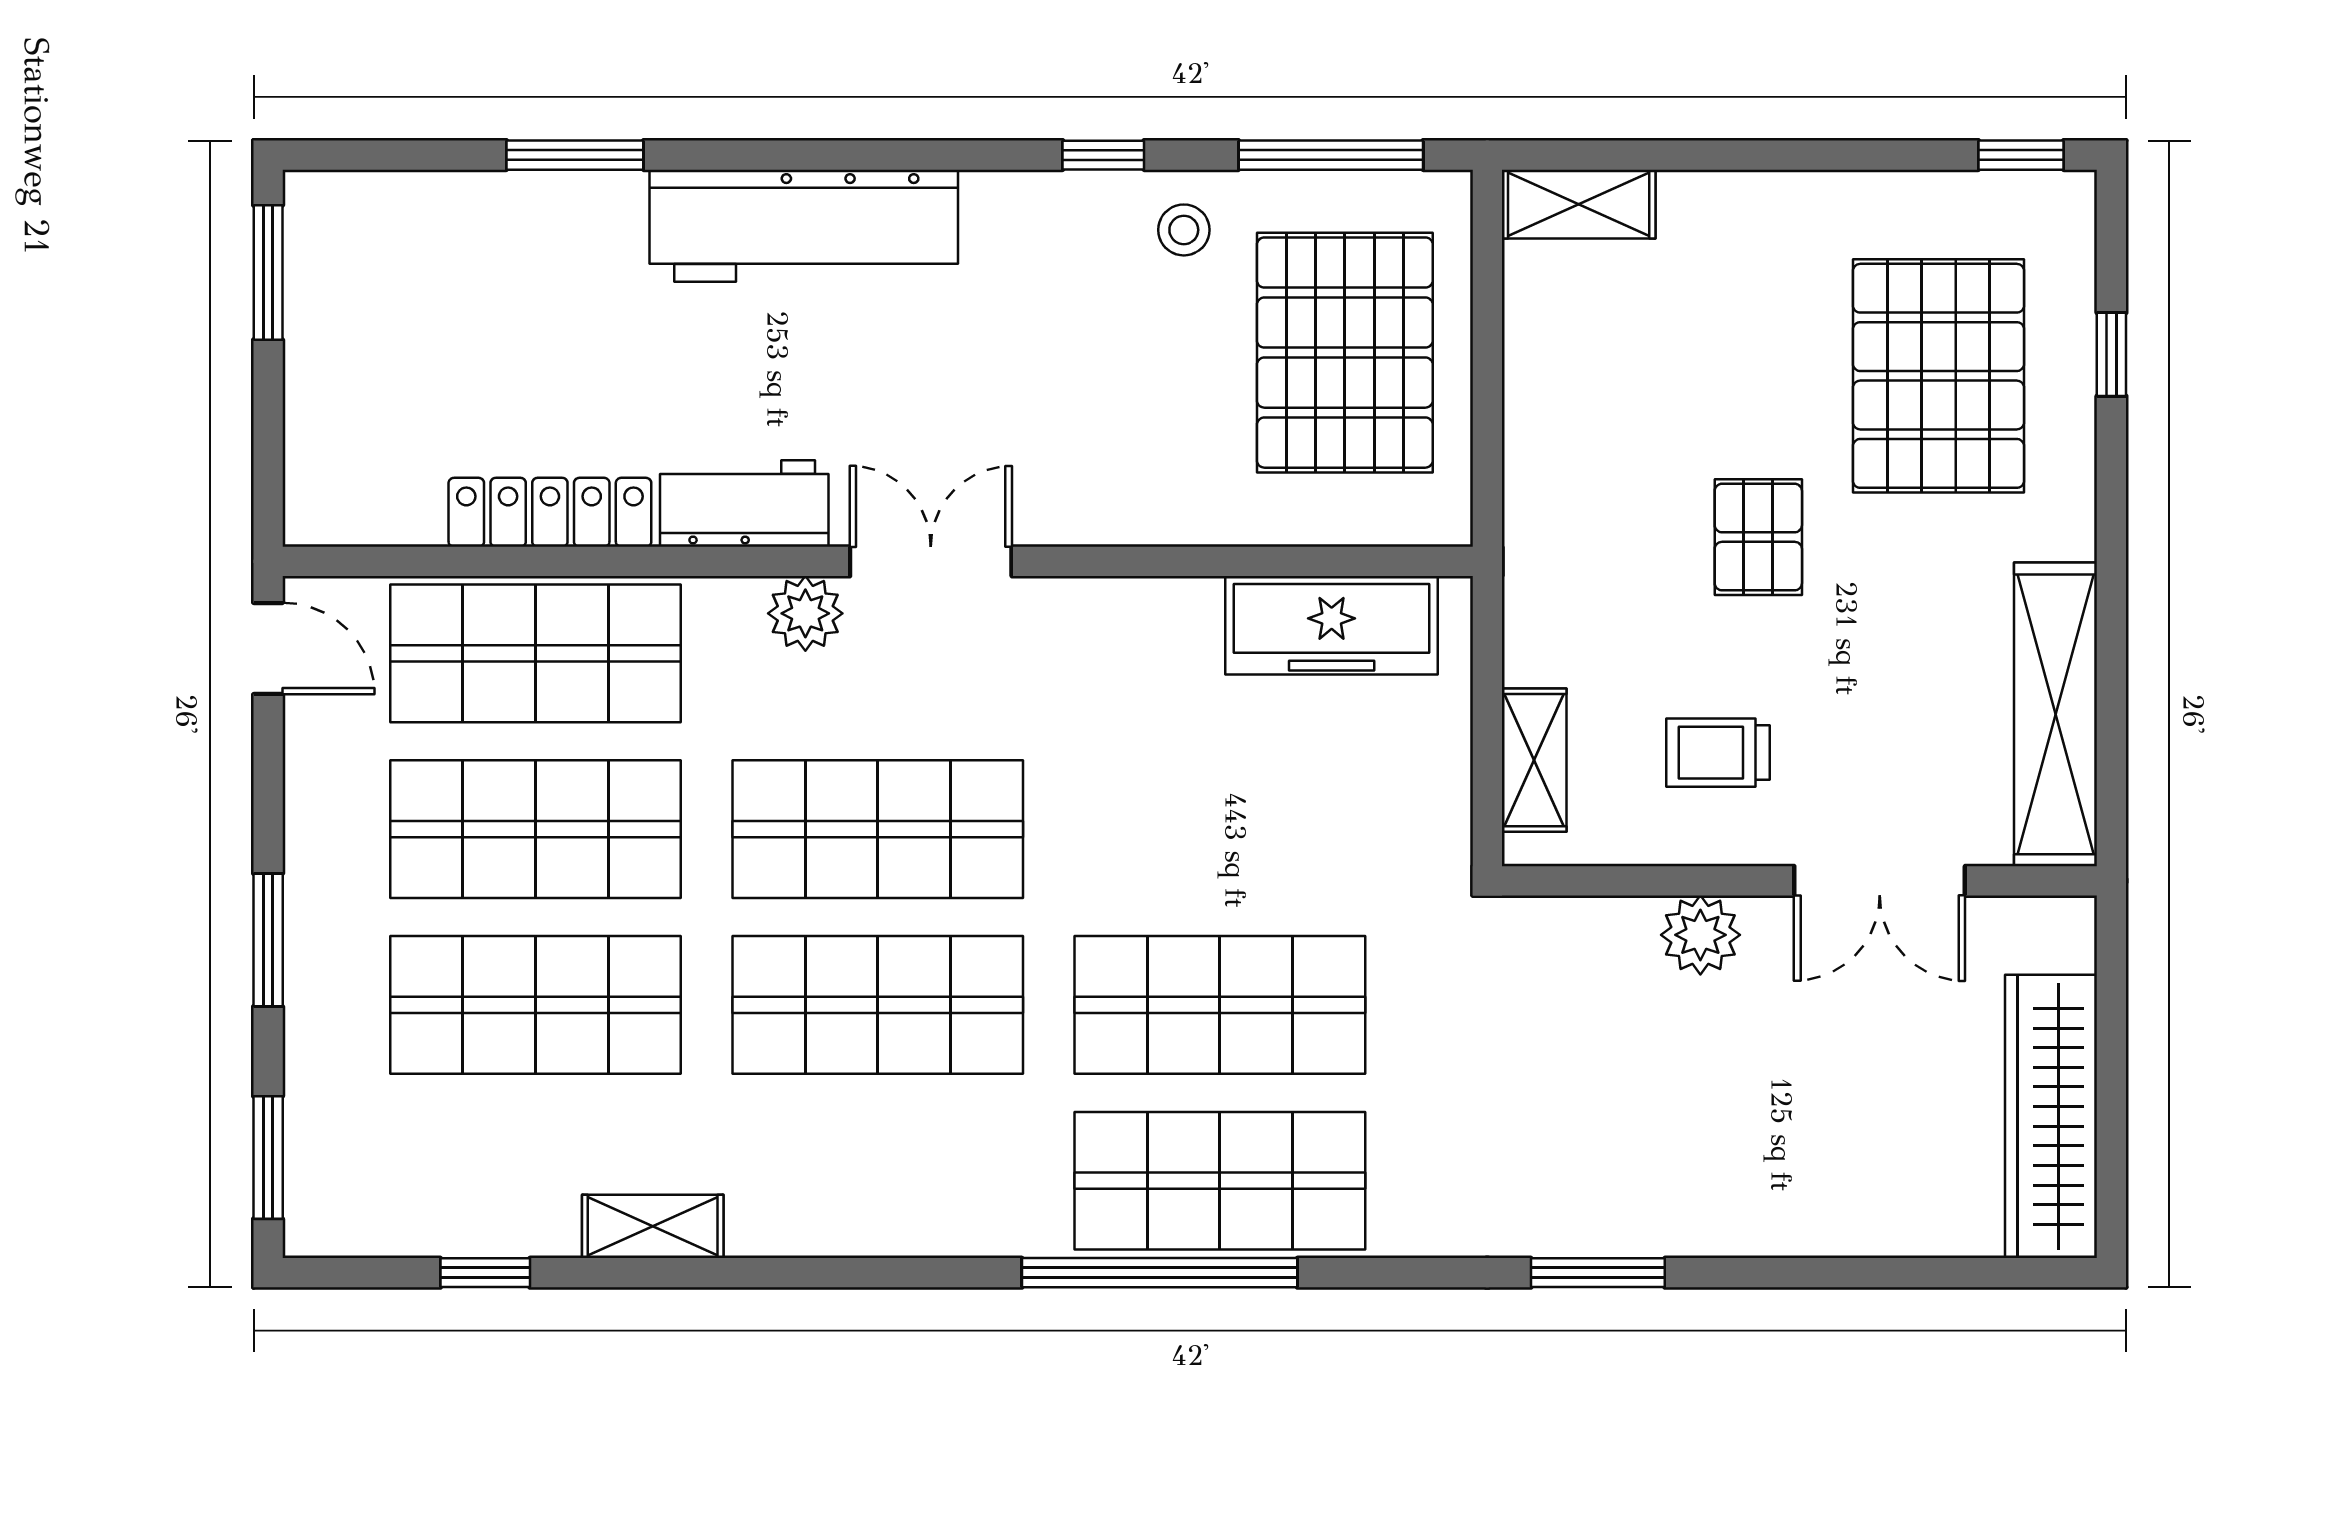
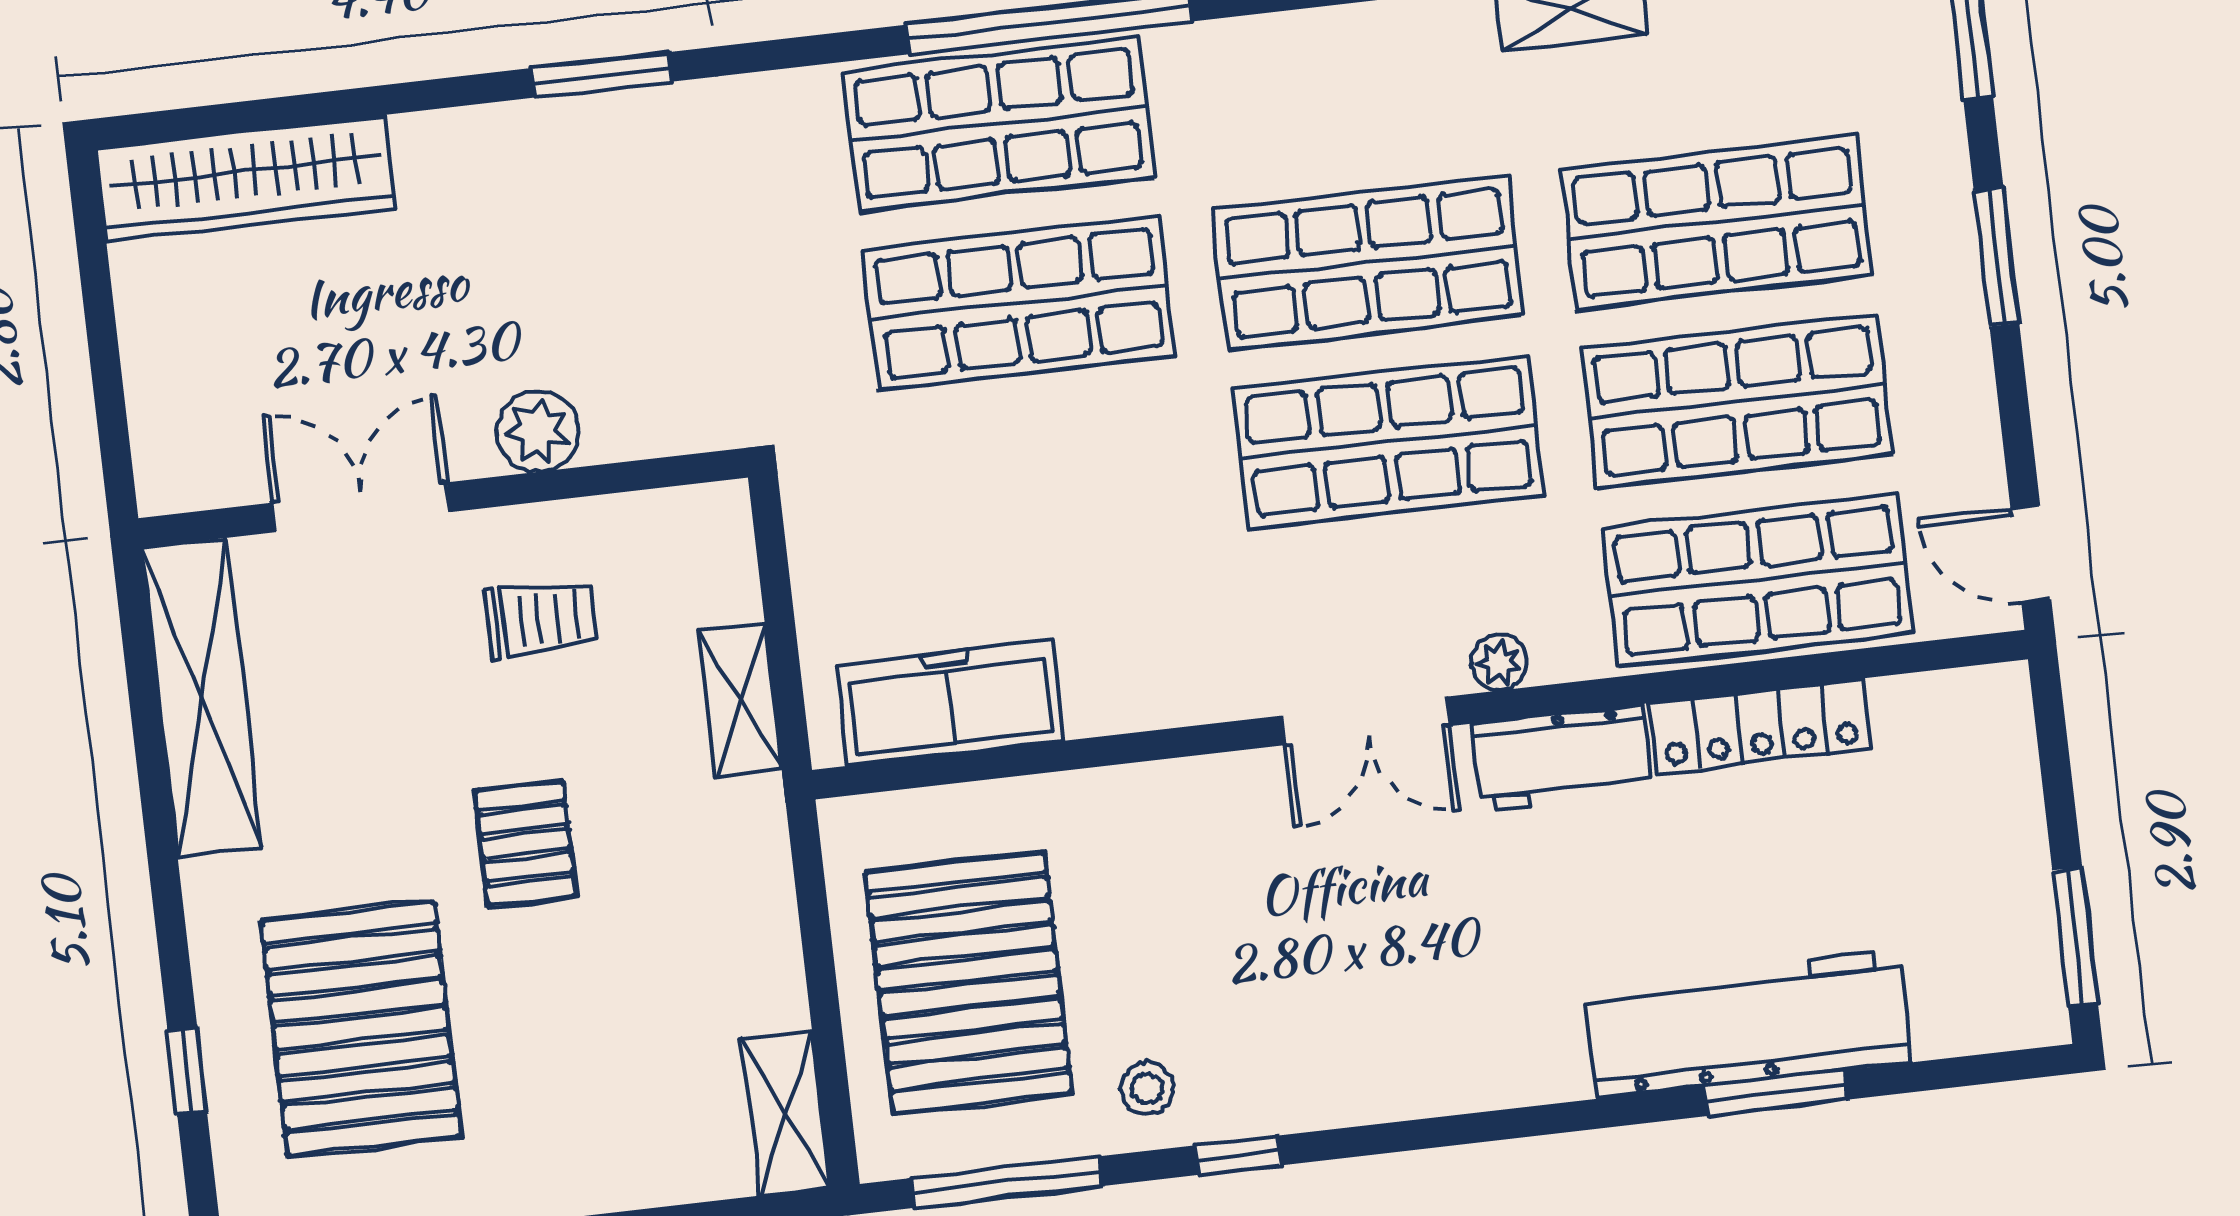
shelving: (1579, 204) -> (786, 1113), moved, turned 90
workbench: (804, 226) -> (1748, 1023), moved
plant: (805, 613) -> (1499, 662), width x0.73, depth x0.73
shelving: (1534, 760) -> (740, 701), moved
wardrobe: (2051, 1116) -> (245, 178), moved, turned 90

